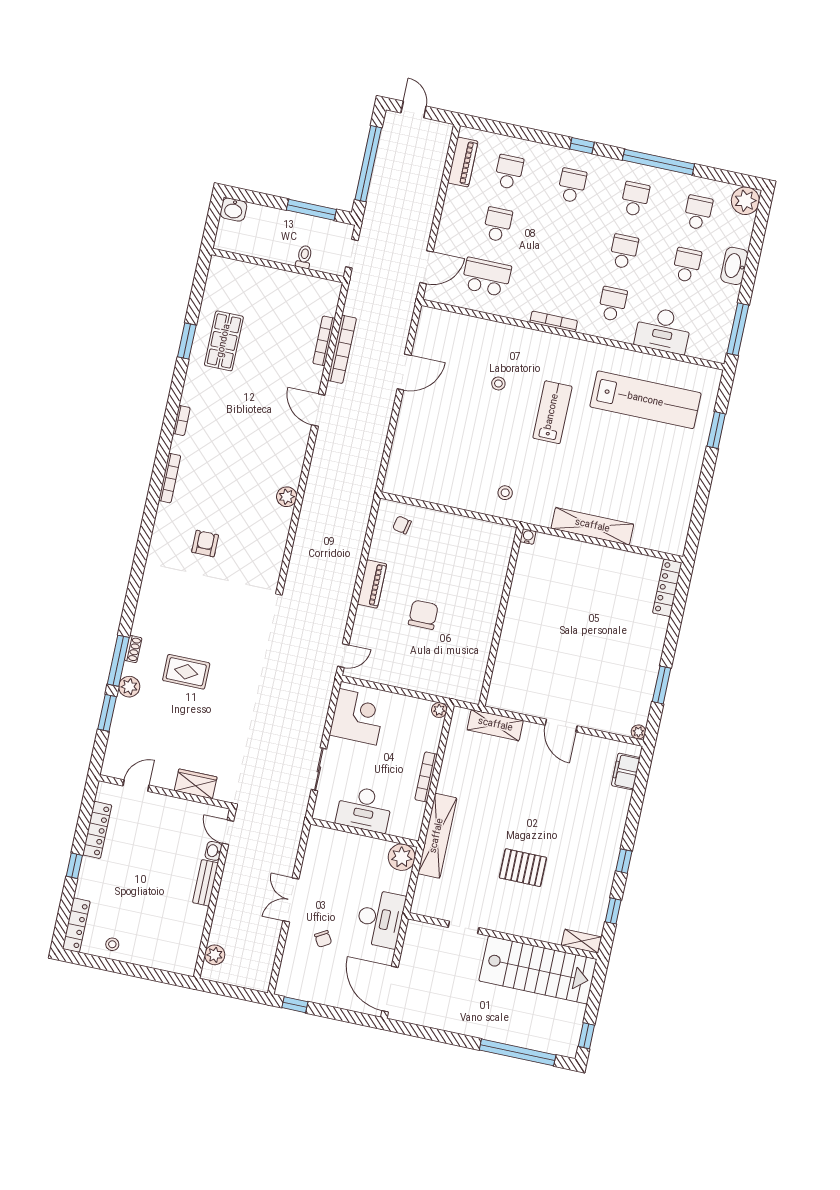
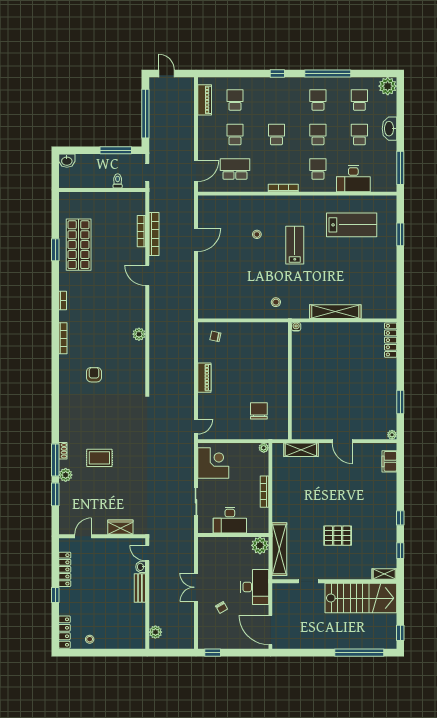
school desk: (572, 185) -> (276, 134), moved
shop shelf: (224, 341) -> (79, 245), width x1.43, depth x1.36
lab bench: (645, 400) -> (352, 225), width x0.73
chair: (423, 615) -> (259, 411), moved
shelving: (437, 836) -> (279, 549), moved

